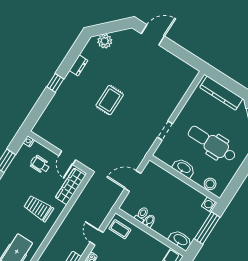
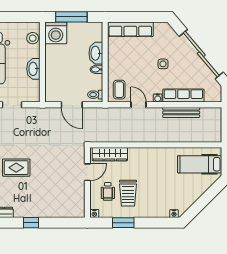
washing machine: (209, 205) -> (56, 33), width x1.89, depth x1.89
trolley: (38, 208) -> (128, 193), moved
toilet: (142, 214) -> (95, 95), moved
door: (97, 237) -> (139, 105), swing flipped
washbasin: (180, 240) -> (96, 53), moved

